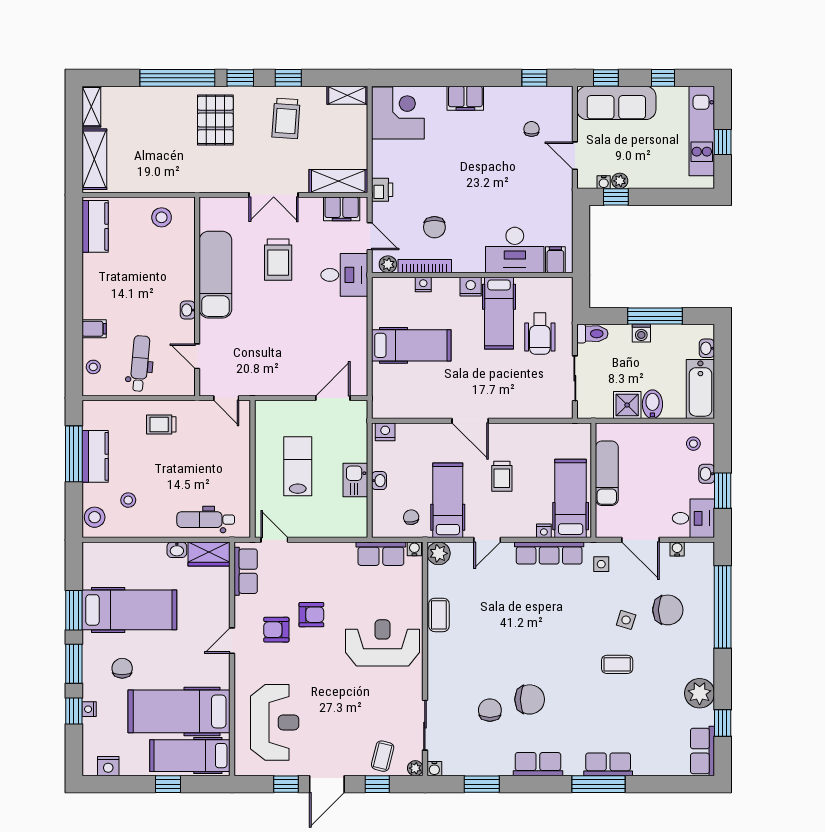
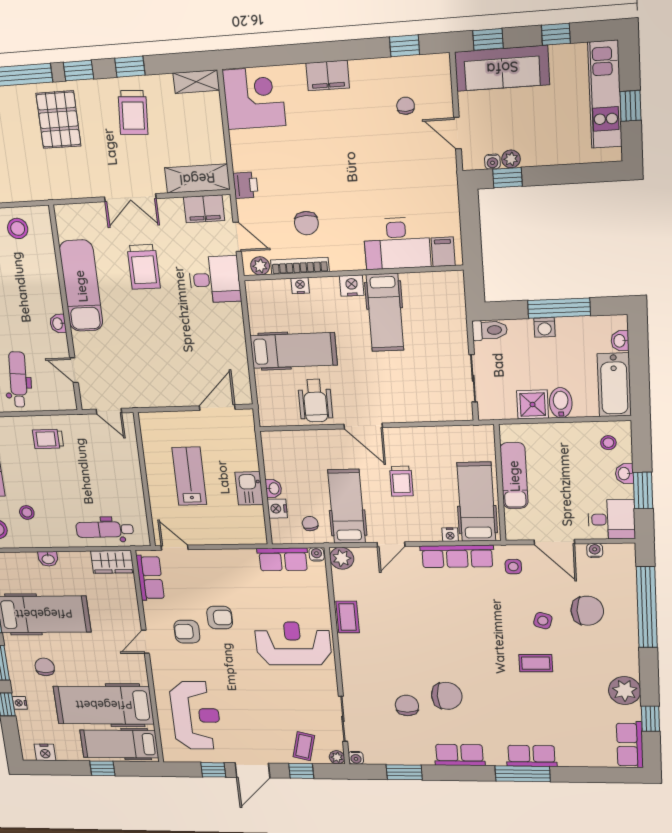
wheelchair: (540, 334) -> (315, 401), moved
nightstand: (385, 432) -> (277, 509), moved, turned -90
washbasin: (177, 550) -> (48, 559), moved

